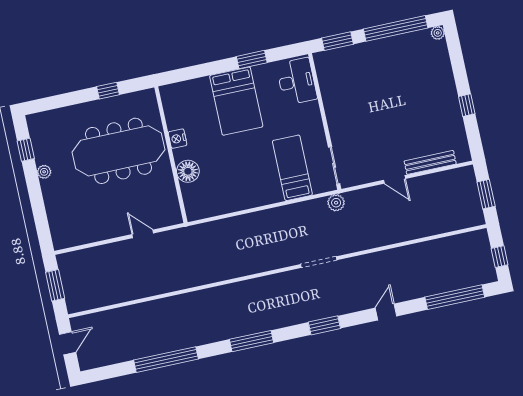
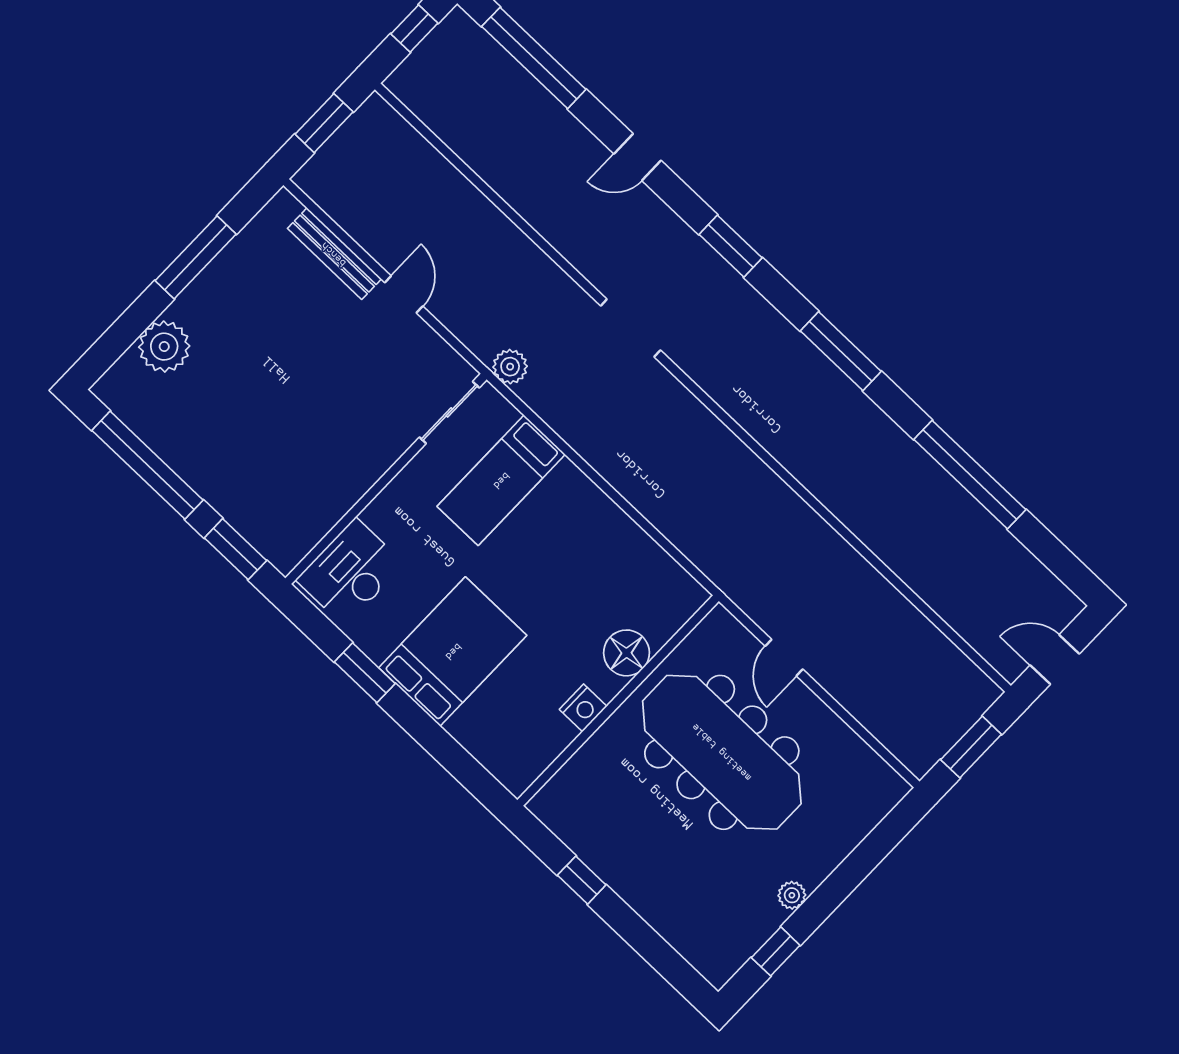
plant: (438, 33) -> (164, 347), moved, width x1.87, depth x1.87
window: (467, 105) -> (196, 257), width x2.17
meeting table: (119, 151) -> (722, 752), moved

